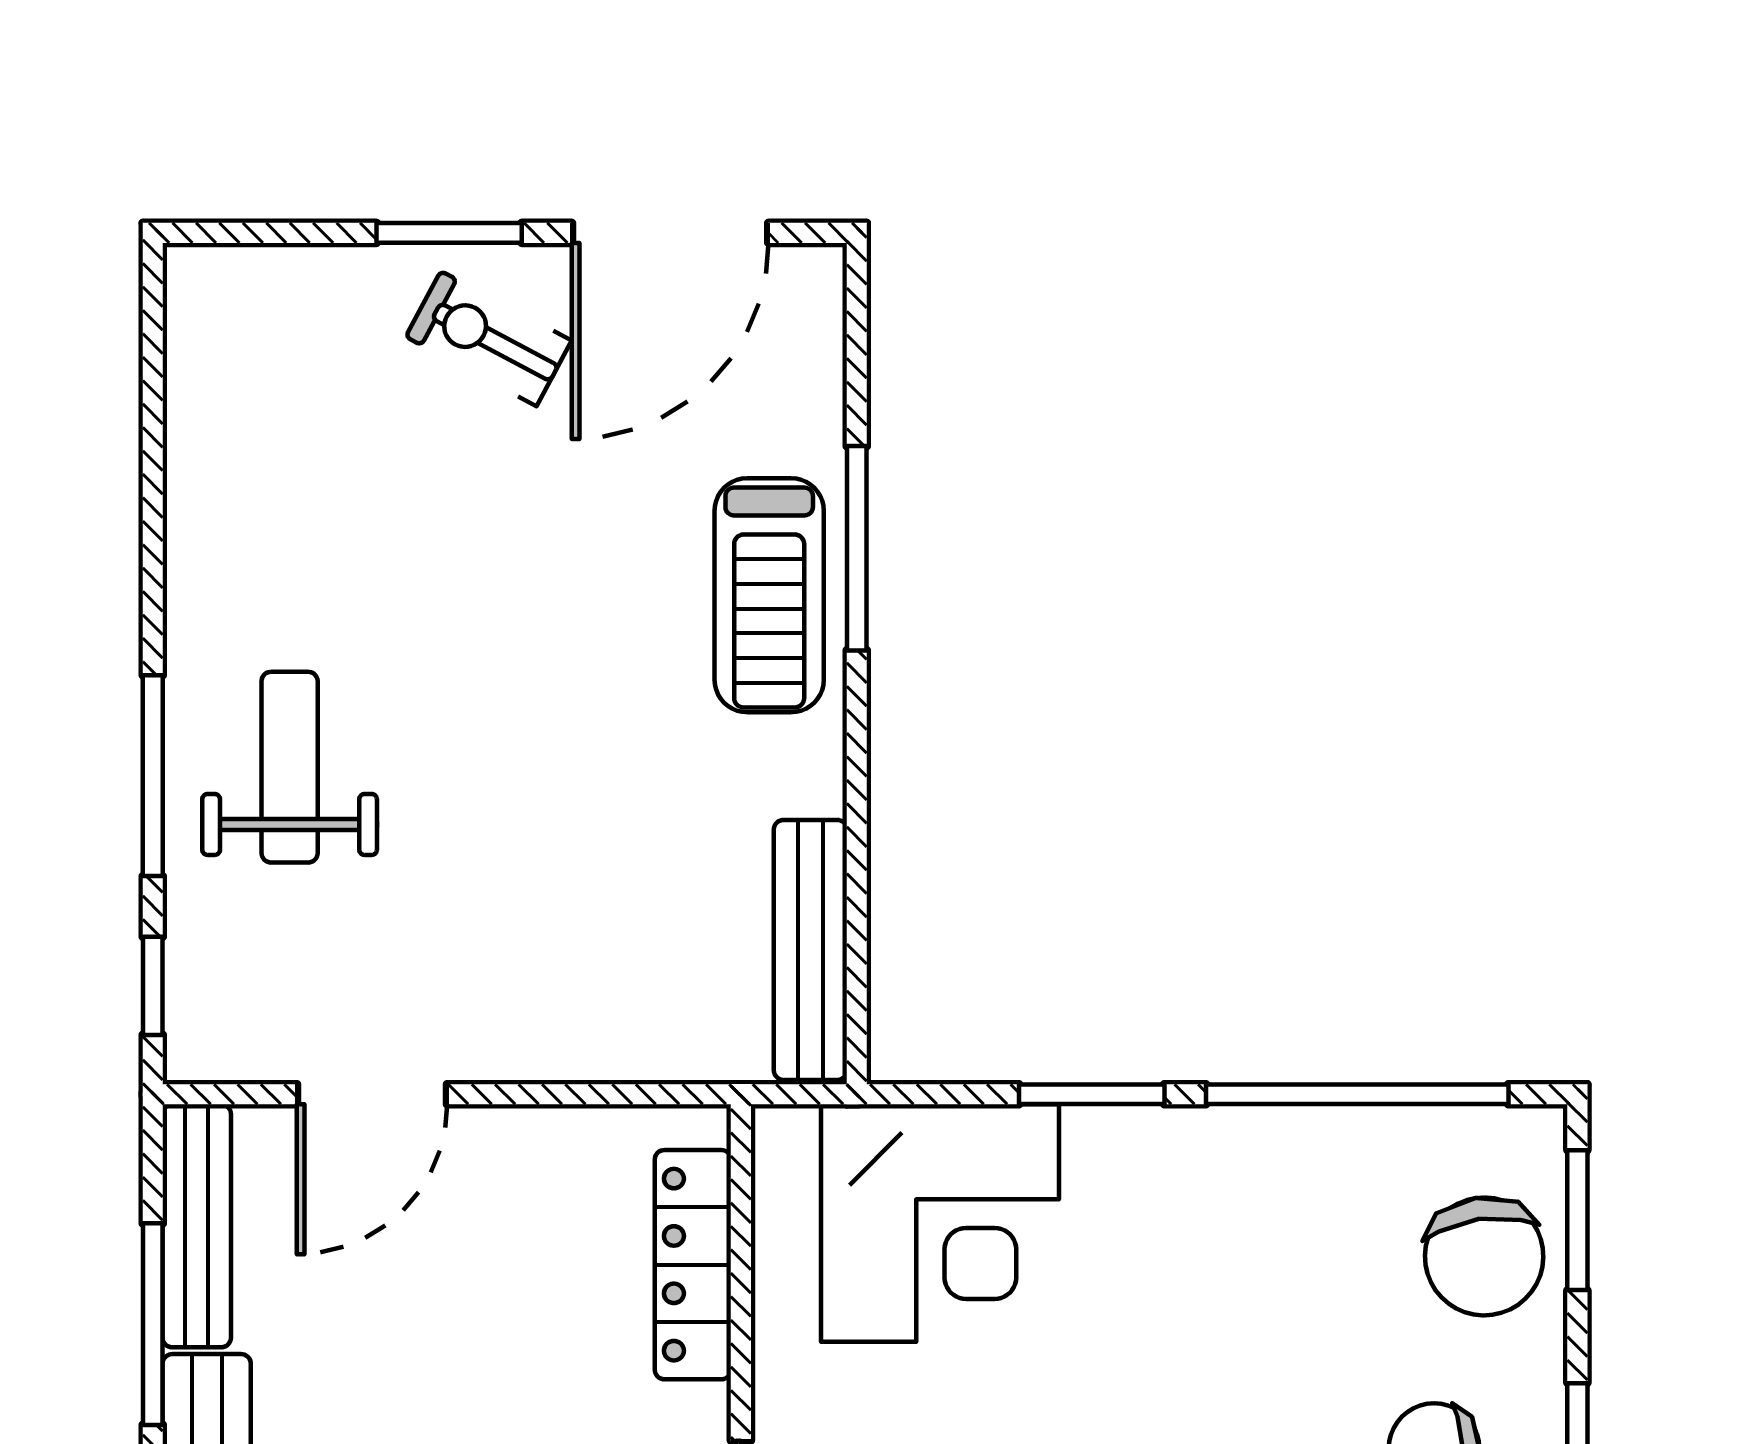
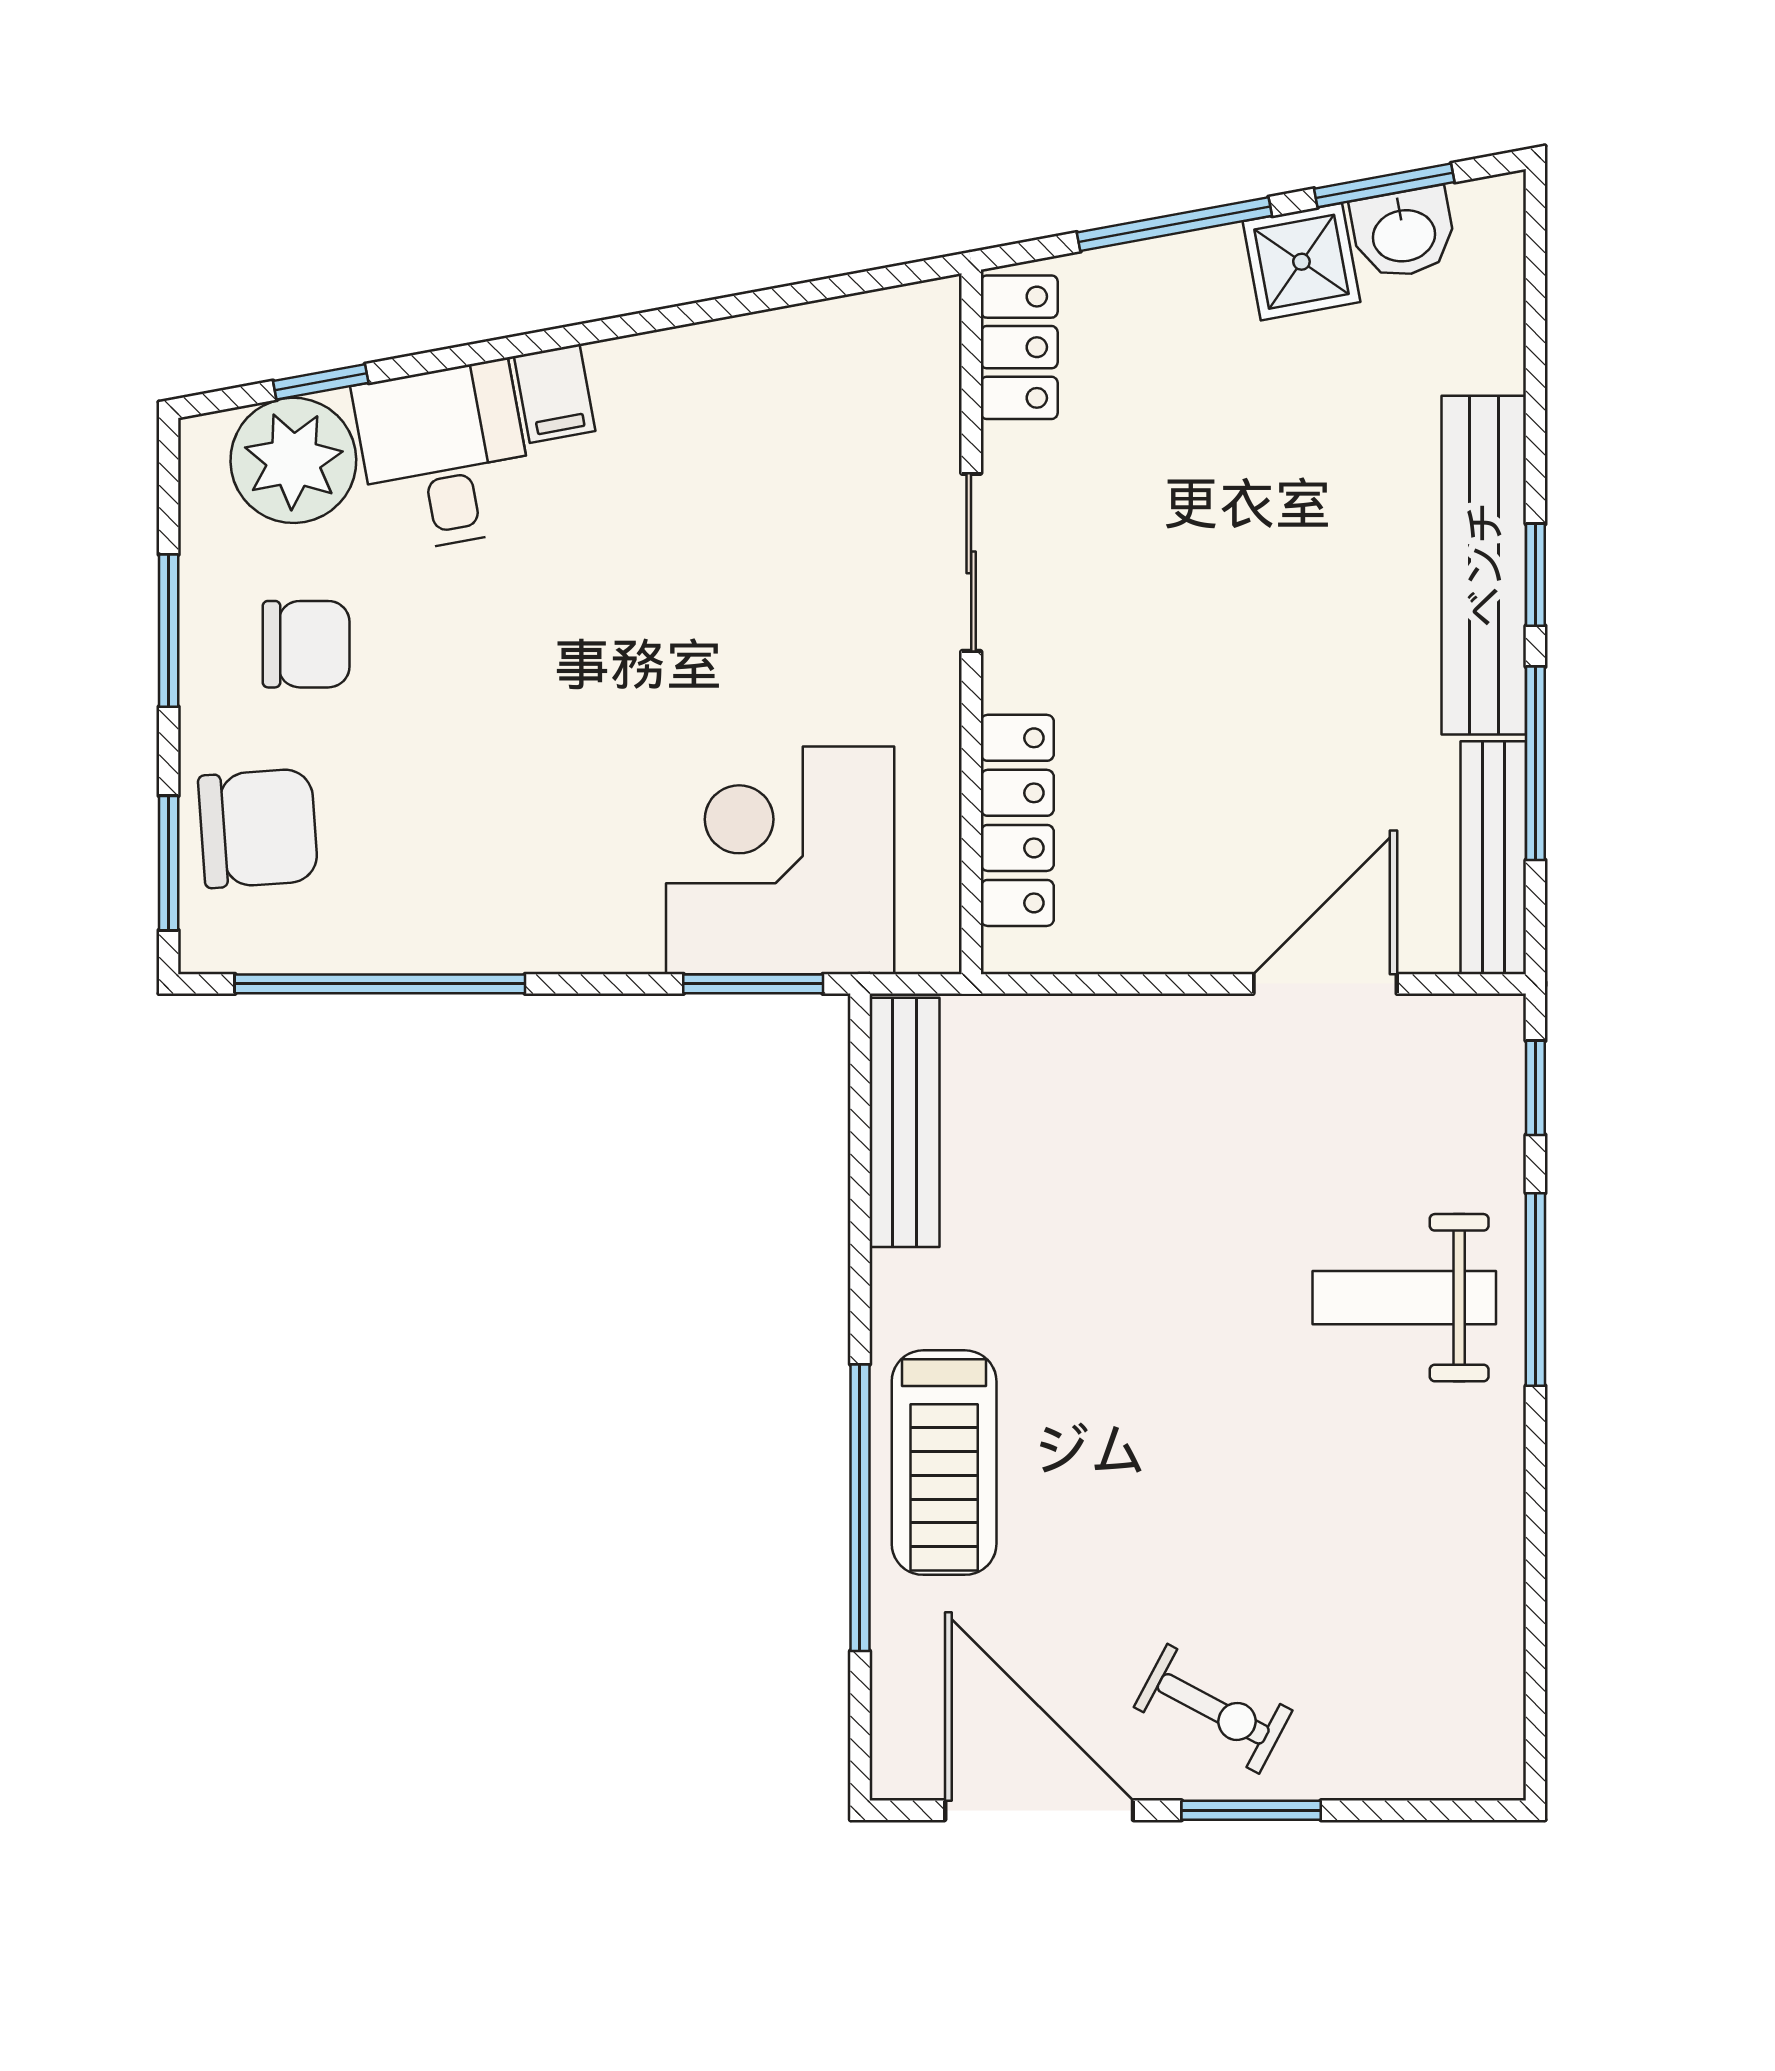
door: (670, 233) -> (1039, 1810), hinge flipped
window: (857, 548) -> (860, 1508), width x1.46
treadmill: (769, 595) -> (944, 1463), turned 180
weight bench: (290, 767) -> (1404, 1298), turned 90
window: (1092, 1094) -> (753, 984), moved
chair: (1484, 1256) -> (258, 828), turned 94

